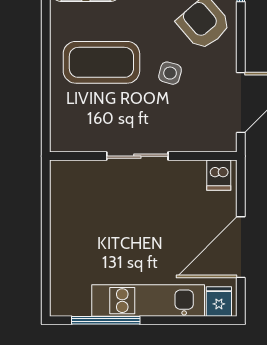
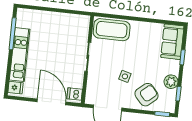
coffee table: (101, 62) -> (112, 30), moved, turned 90
door: (241, 247) -> (52, 102), moved

